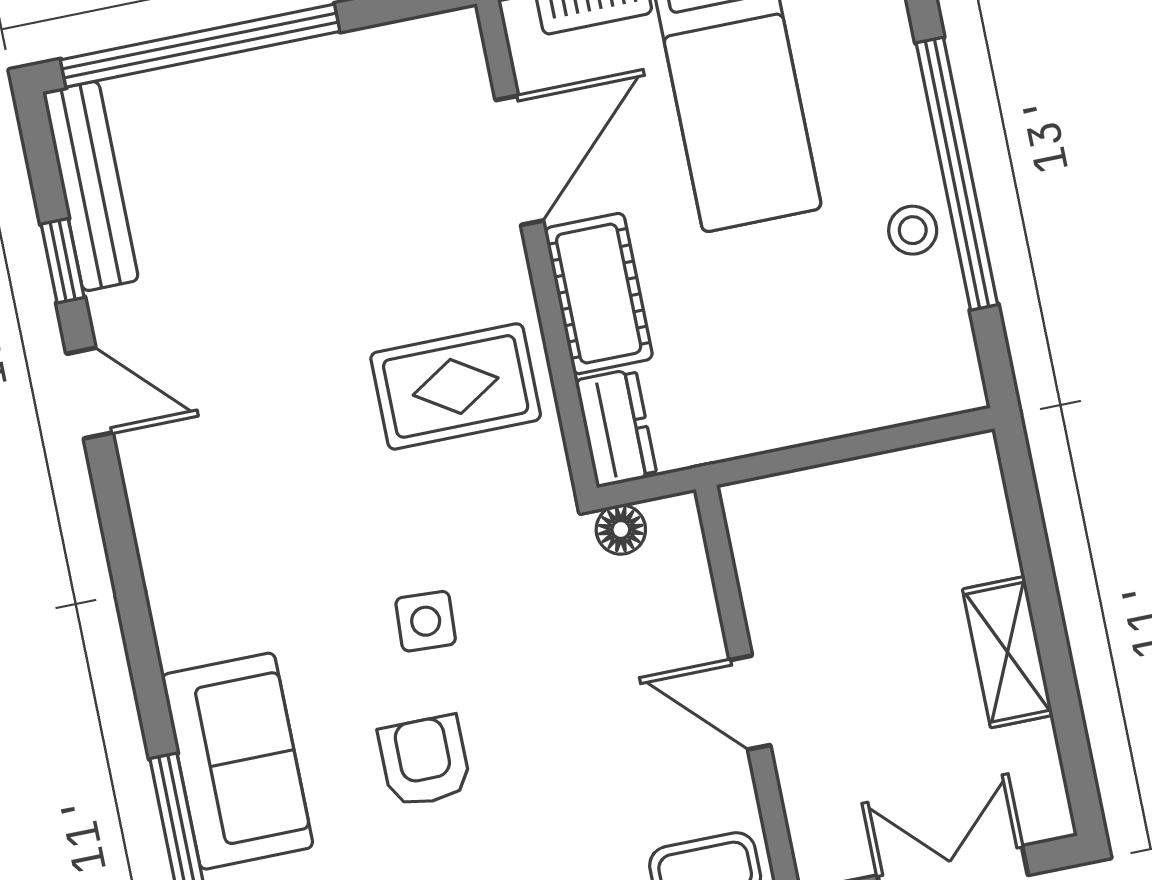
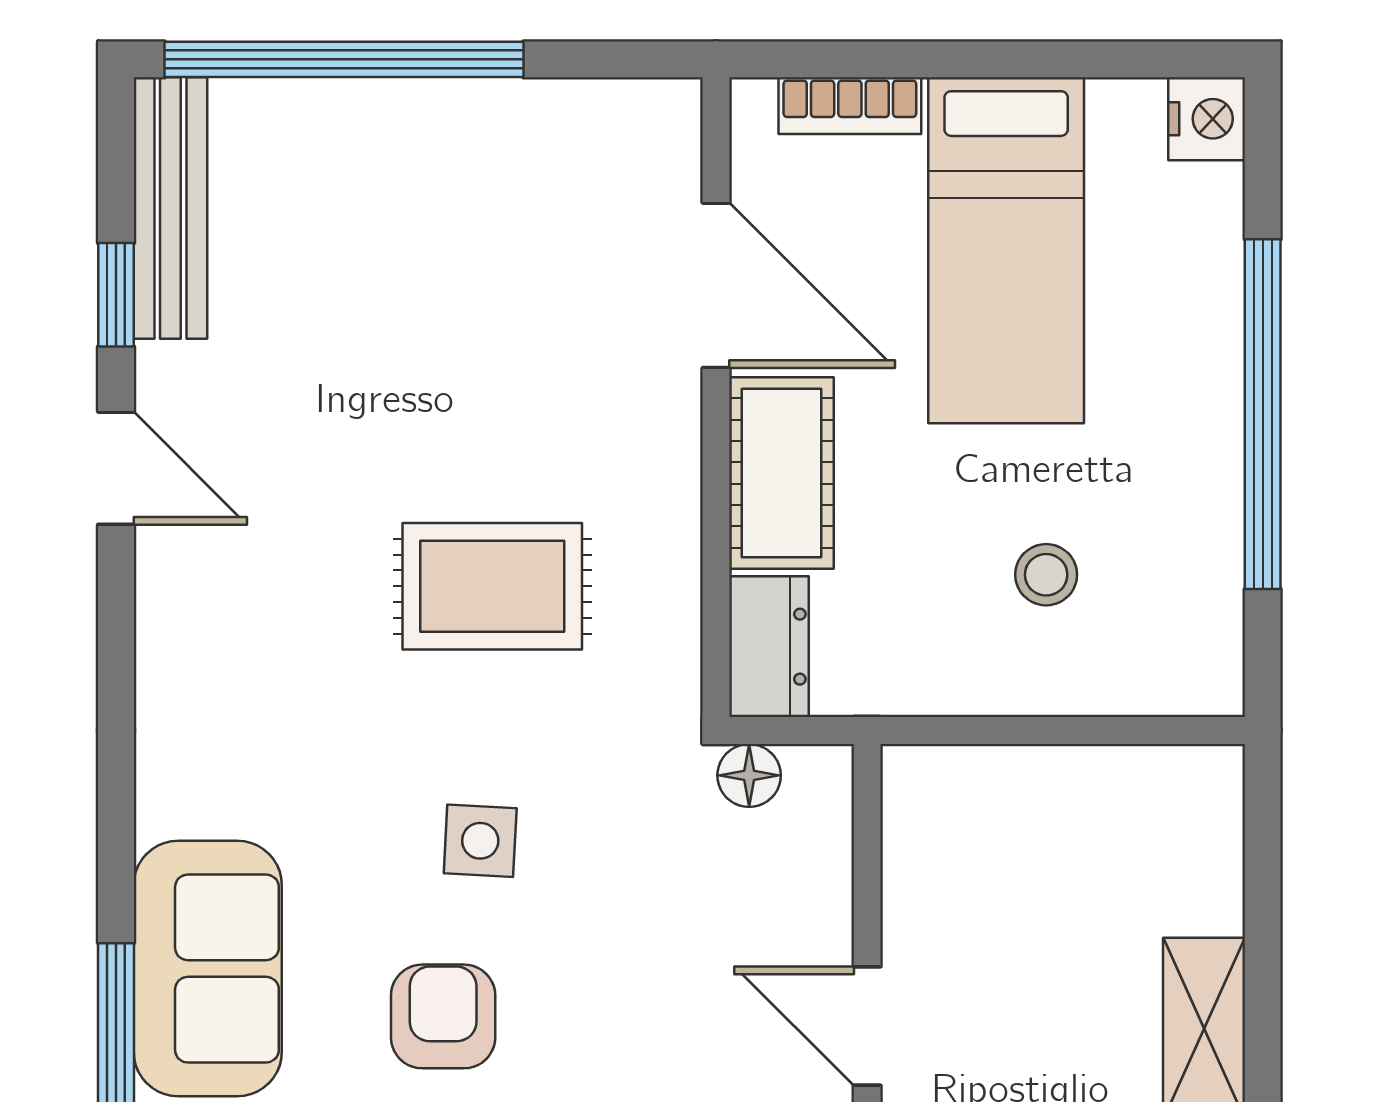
door: (519, 160) -> (716, 285), hinge flipped
stool: (913, 230) -> (1046, 575), moved
rug: (456, 386) -> (492, 586), moved

